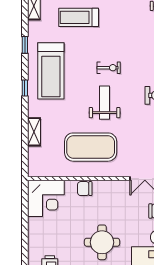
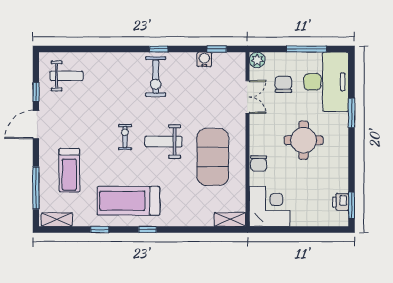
treadmill: (51, 71) -> (129, 201), turned 180
shelving: (34, 132) -> (230, 219), moved
round table: (102, 242) -> (304, 140), moved

